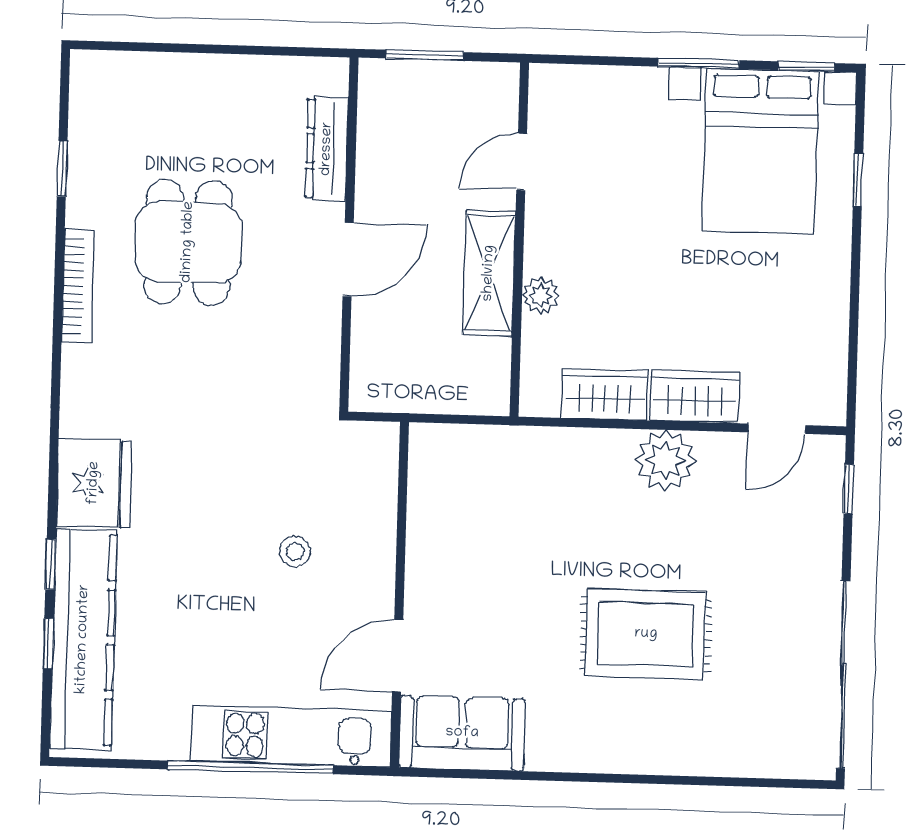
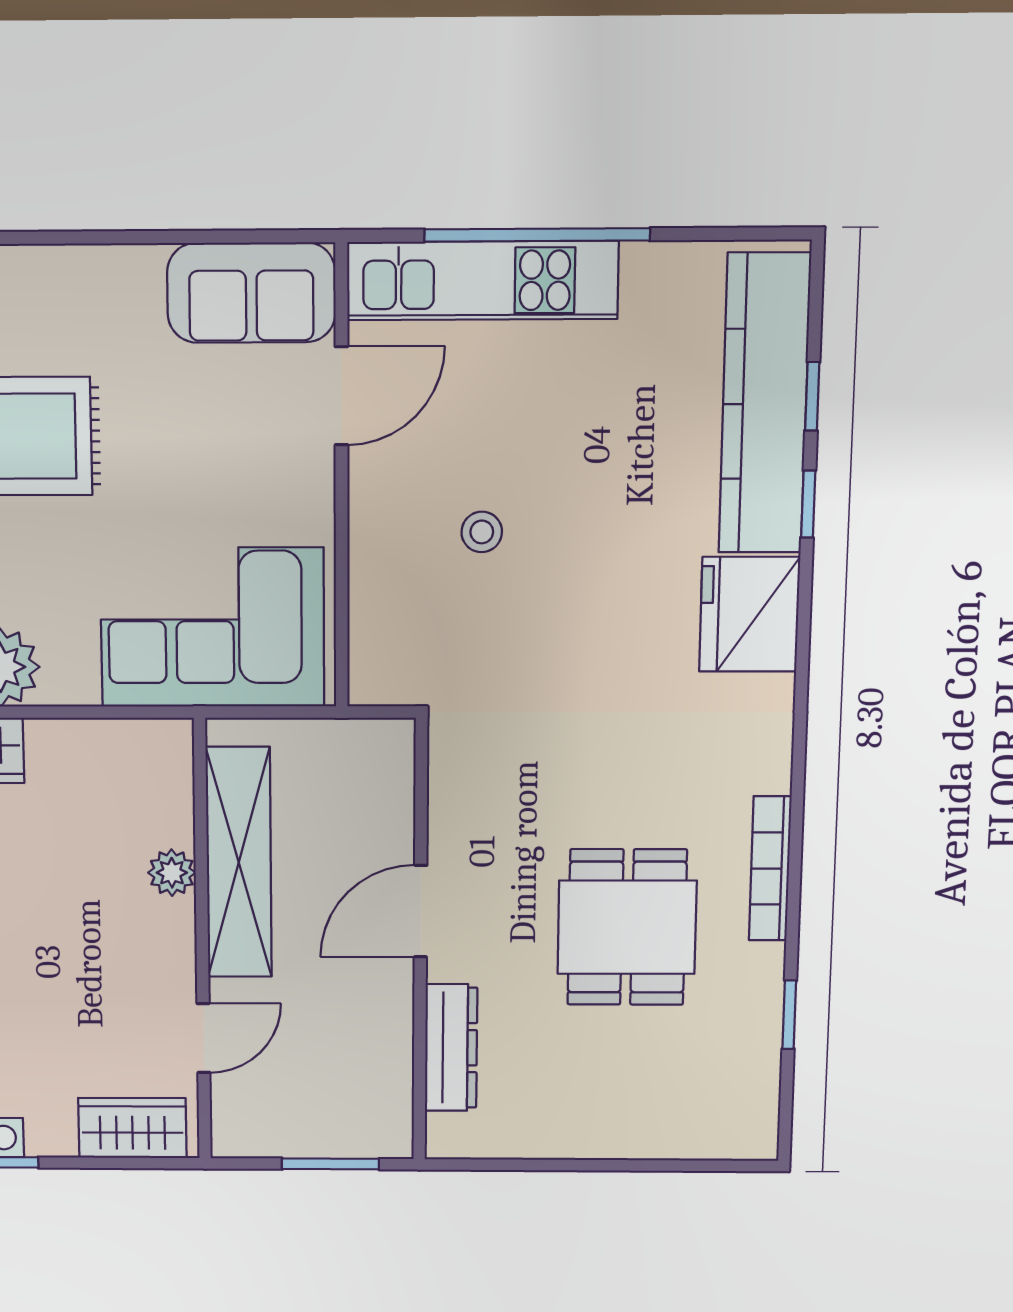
shelving: (489, 273) -> (239, 863), width x1.47
wardrobe: (605, 394) -> (132, 1128), moved, turned 180
corner sofa: (501, 486) -> (212, 627), added

